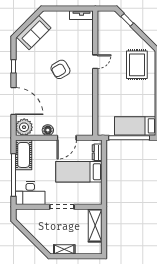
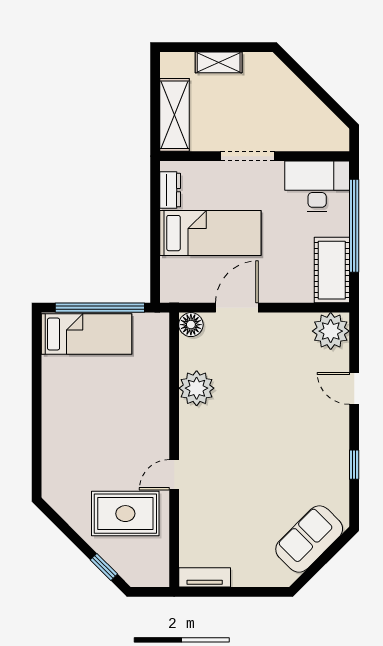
rug: (137, 65) -> (125, 514), moved, turned 90
armchair: (60, 69) -> (251, 458), removed
door: (13, 101) -> (354, 388), width x0.53
plant: (85, 101) -> (197, 388), added
floor lamp: (48, 130) -> (191, 325), moved
dresser: (97, 152) -> (170, 190), moved
shelving: (64, 249) -> (219, 62), moved

